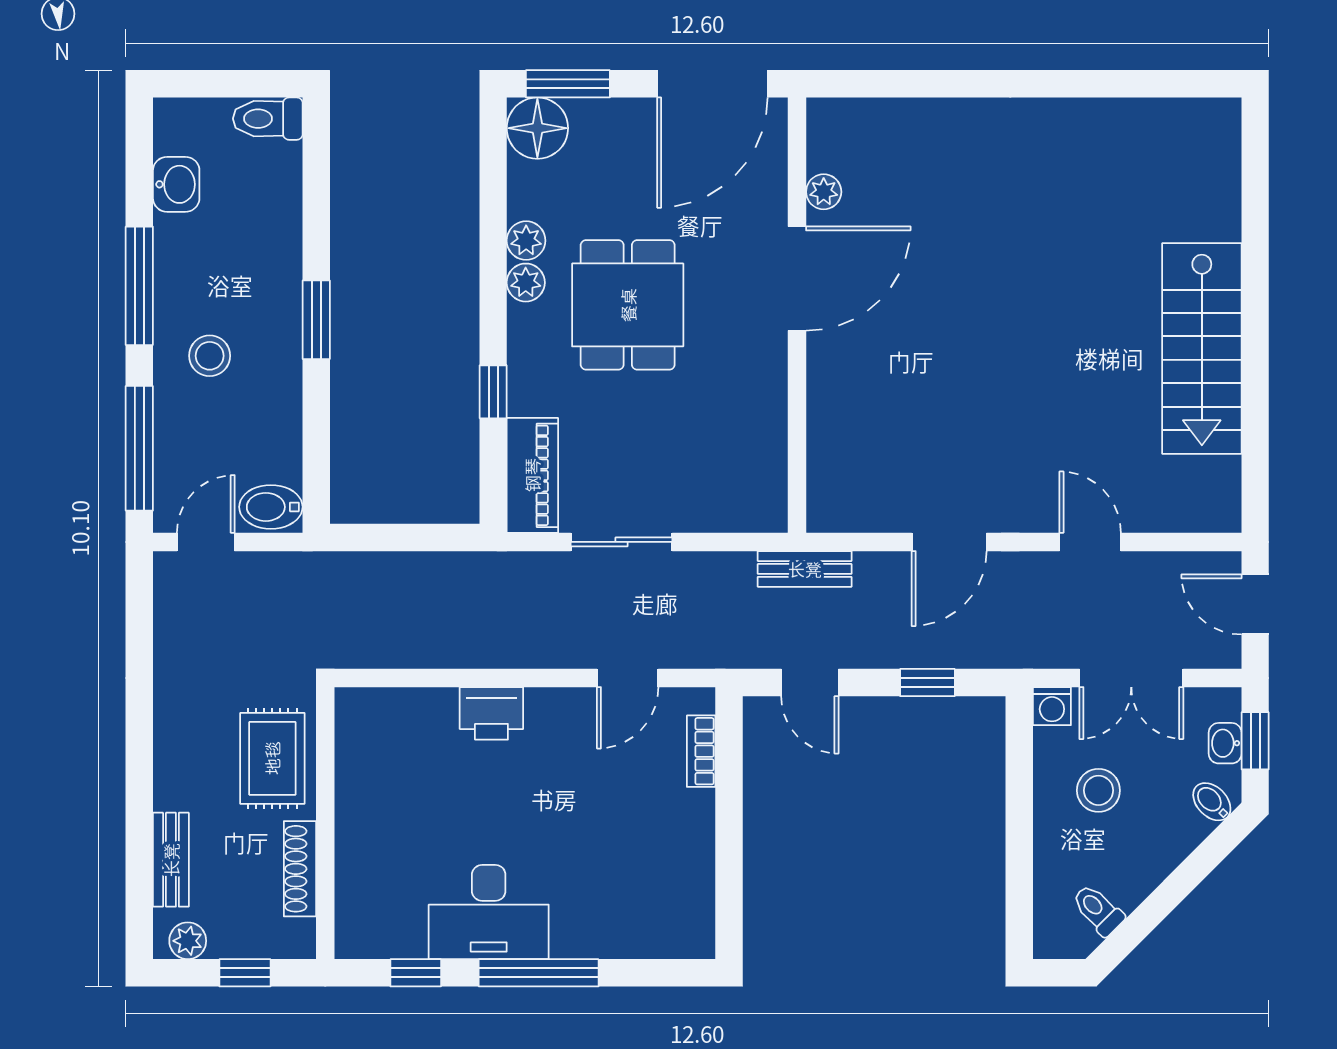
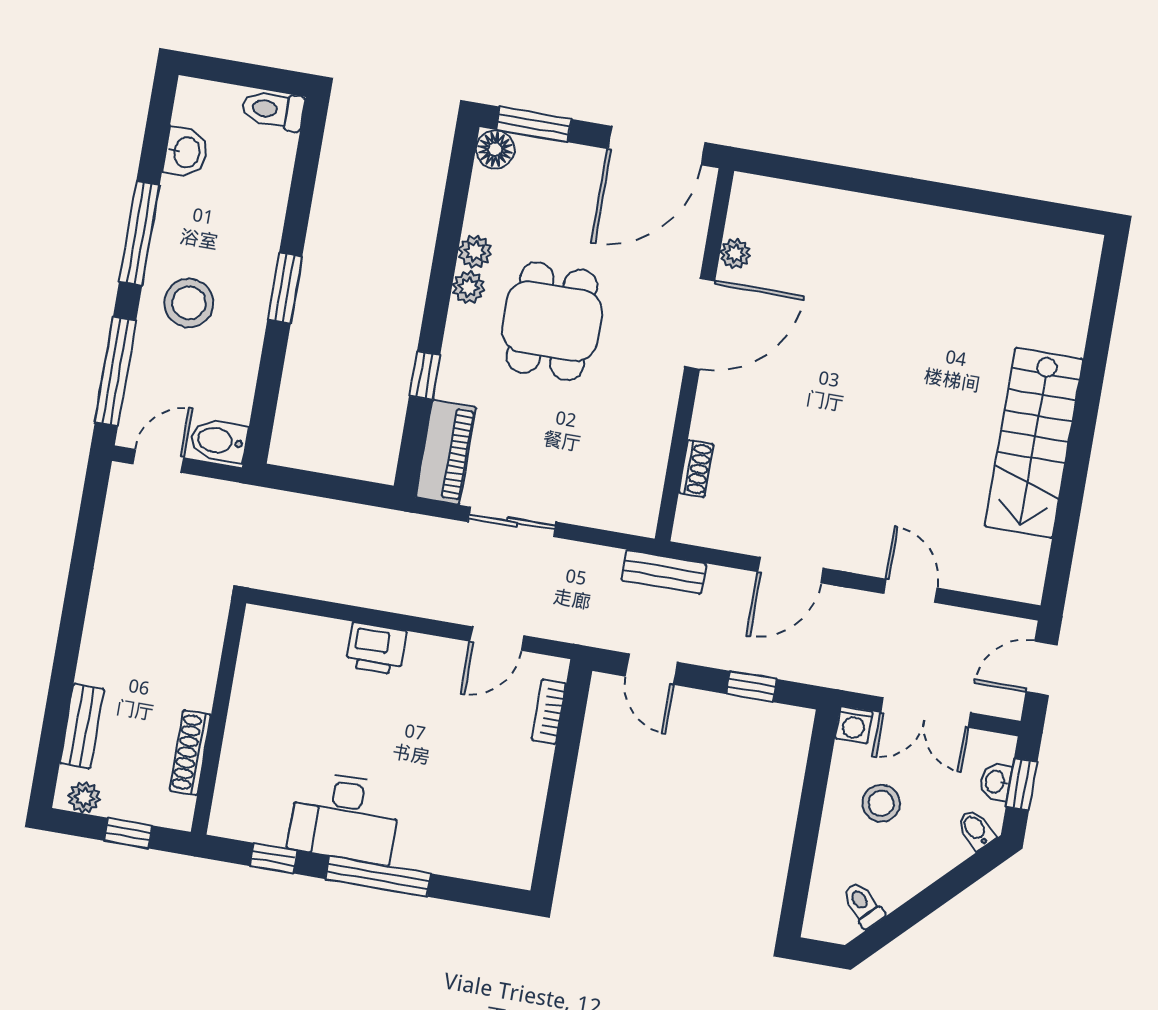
floor lamp: (537, 128) -> (495, 149), width x0.73, depth x0.73
stool: (210, 356) -> (189, 303), width x1.38, depth x1.38
shoe rack: (821, 445) -> (696, 468), added
door: (1255, 604) -> (1042, 668), hinge flipped
rug: (272, 758) -> (183, 655), removed

